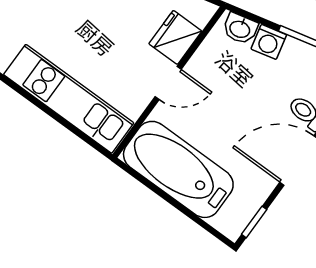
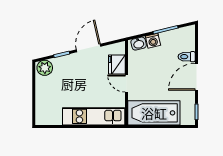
door: (168, 83) -> (127, 83), swing flipped

